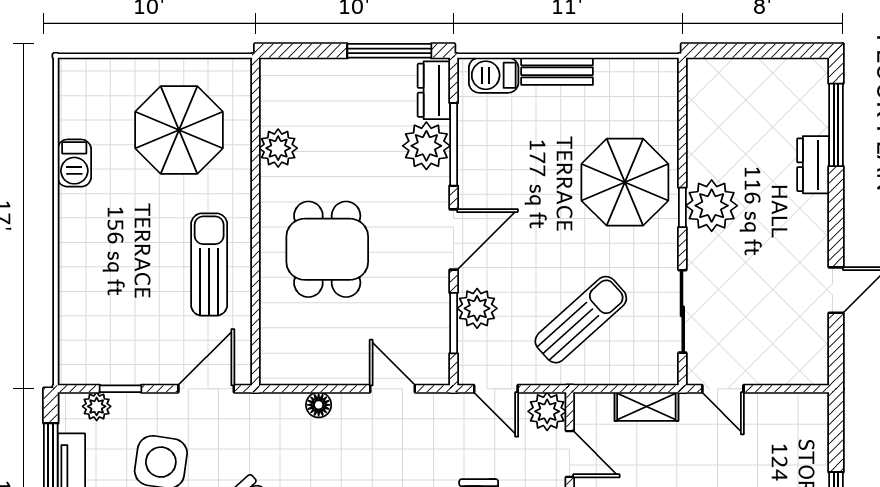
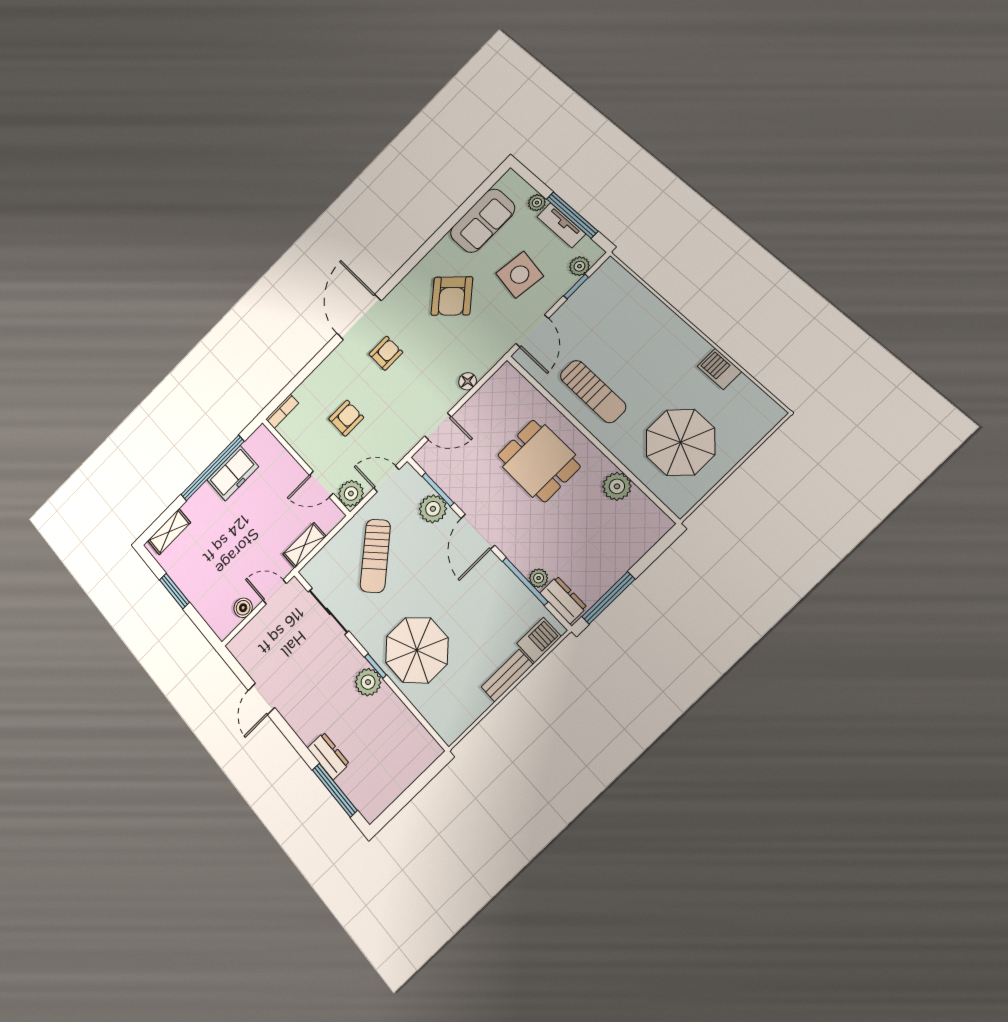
plant: (426, 146) -> (539, 578), width x0.53, depth x0.53
plant: (712, 206) -> (368, 682), width x0.73, depth x0.73
boiler: (773, 406) -> (243, 608), added

